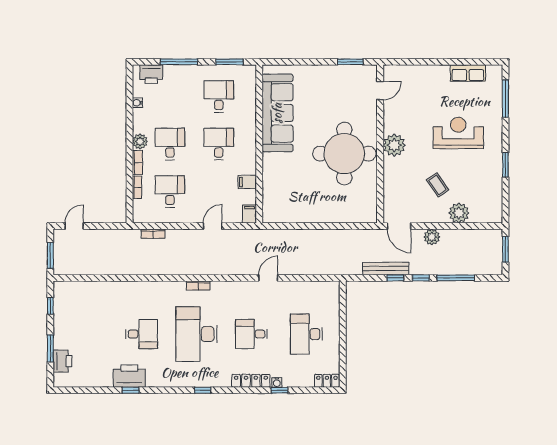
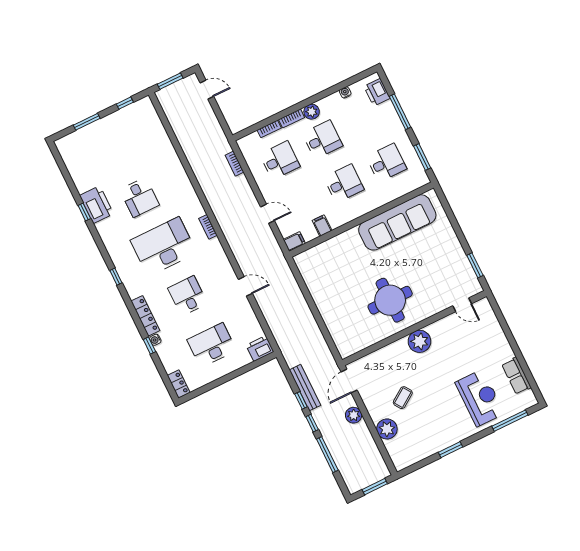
reception desk: (458, 133) -> (480, 398), moved
round table: (344, 154) -> (390, 300), width x0.73, depth x0.73
printer: (63, 361) -> (260, 348), moved, turned 180

